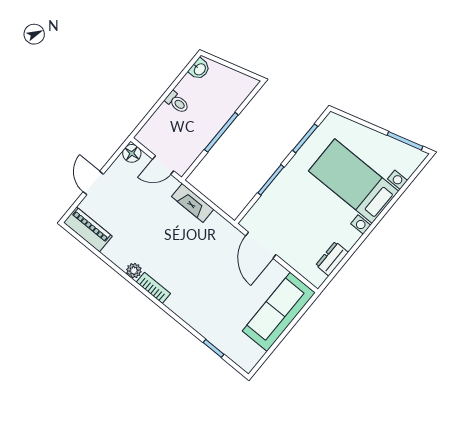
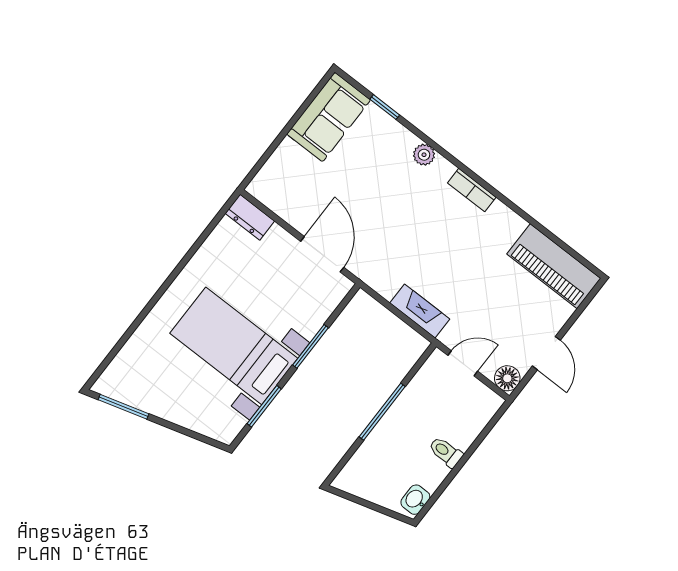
bed with nightstands: (354, 181) -> (234, 346), moved, turned 180
door: (93, 183) -> (546, 353), moved
piano: (88, 229) -> (554, 266), width x1.37, depth x1.33
dresser: (332, 259) -> (250, 217), moved, turned 90
plant: (134, 271) -> (424, 155), moved
sofa: (279, 312) -> (329, 117), moved, width x0.73

